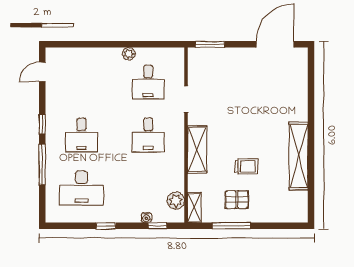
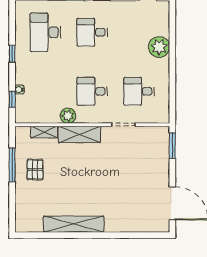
plant: (129, 54) -> (159, 47), moved, width x1.88, depth x1.88
trolley: (246, 166) -> (65, 178), removed
plant: (176, 201) -> (68, 116), moved
shelving: (194, 208) -> (44, 132), moved

